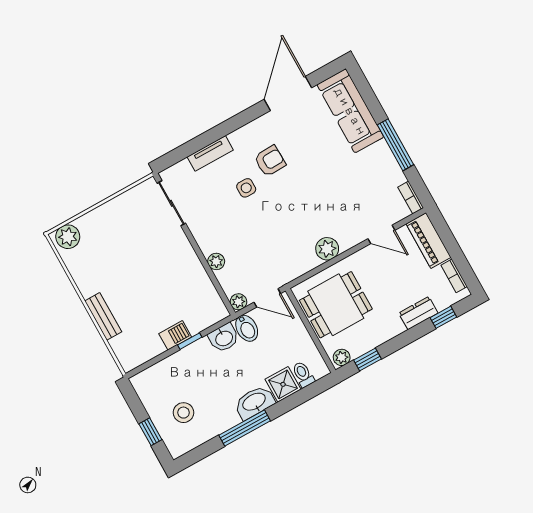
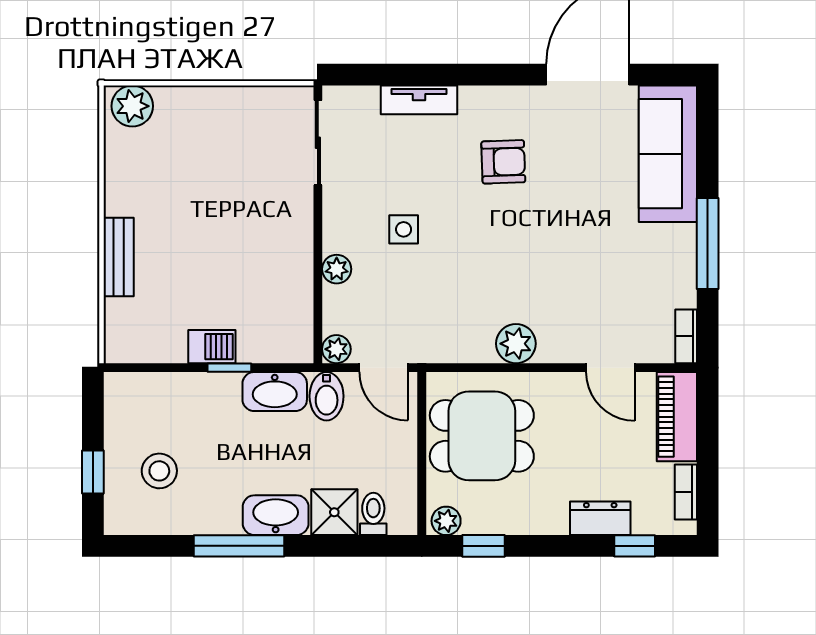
side table: (246, 188) -> (404, 229), moved
washbasin: (224, 338) -> (275, 392), width x1.38

